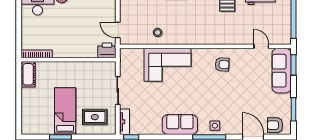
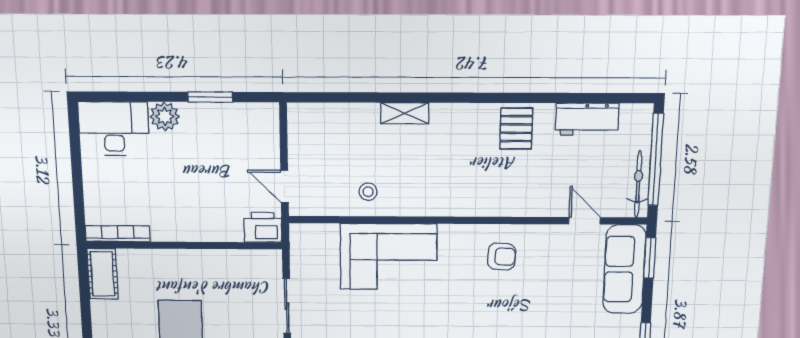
bicycle: (286, 28) -> (638, 184), added

